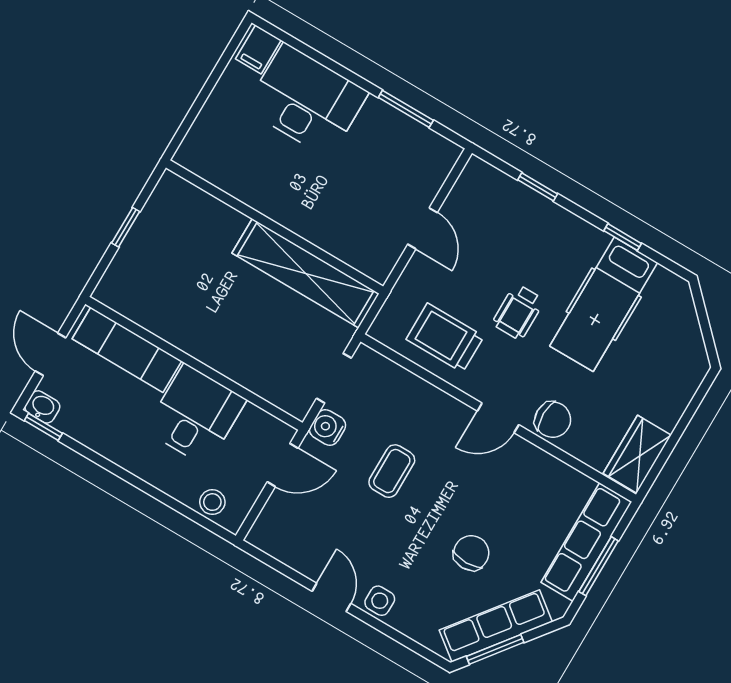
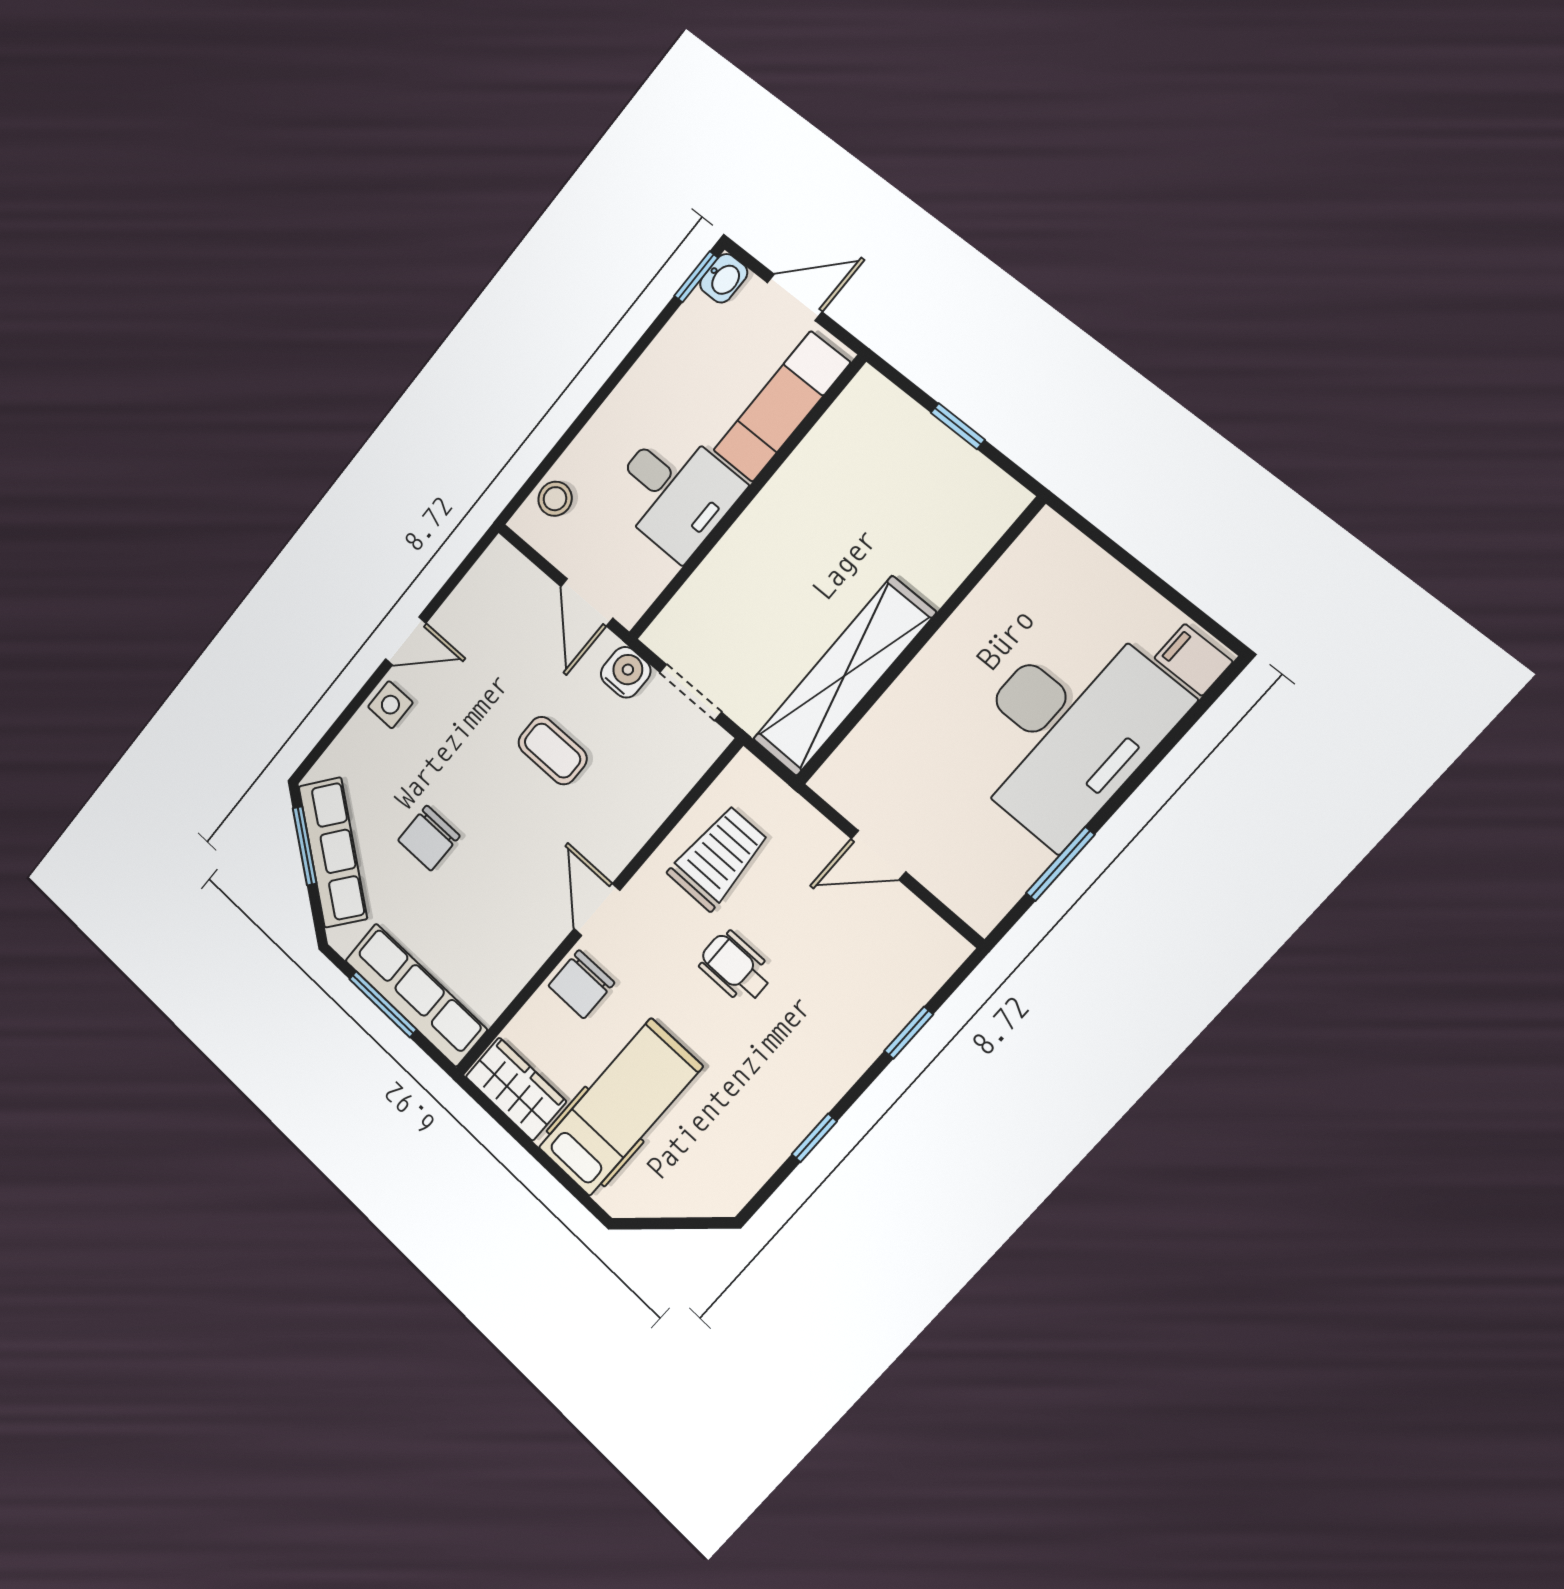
desk: (307, 100) -> (1068, 729), width x1.36, depth x1.30
hospital bed: (604, 304) -> (620, 1107), moved, turned 90
chair: (471, 553) -> (429, 838), turned 90

